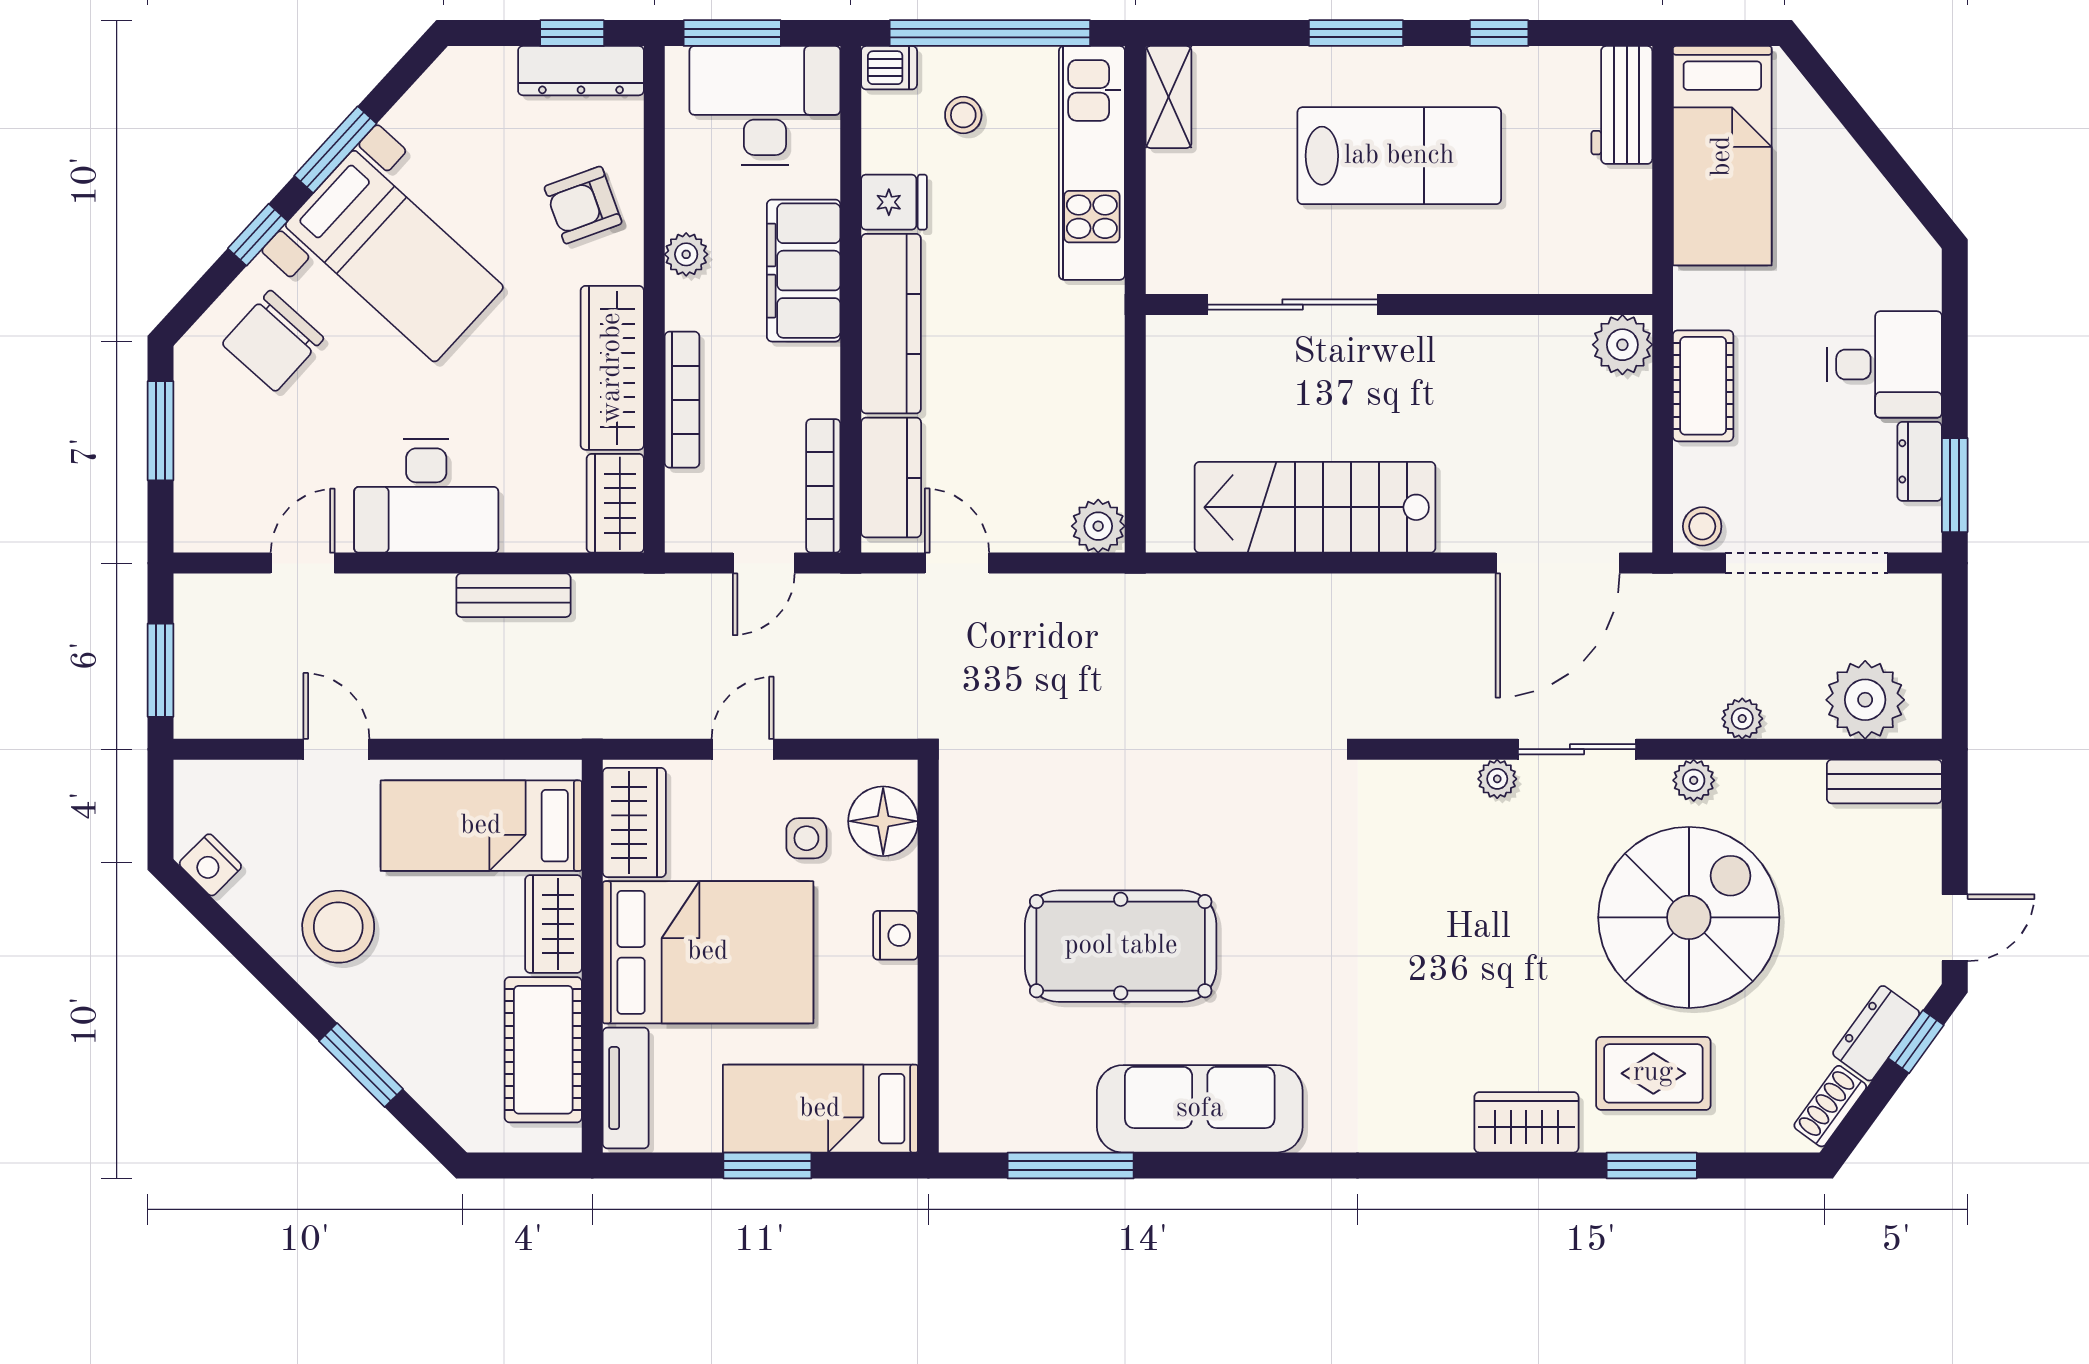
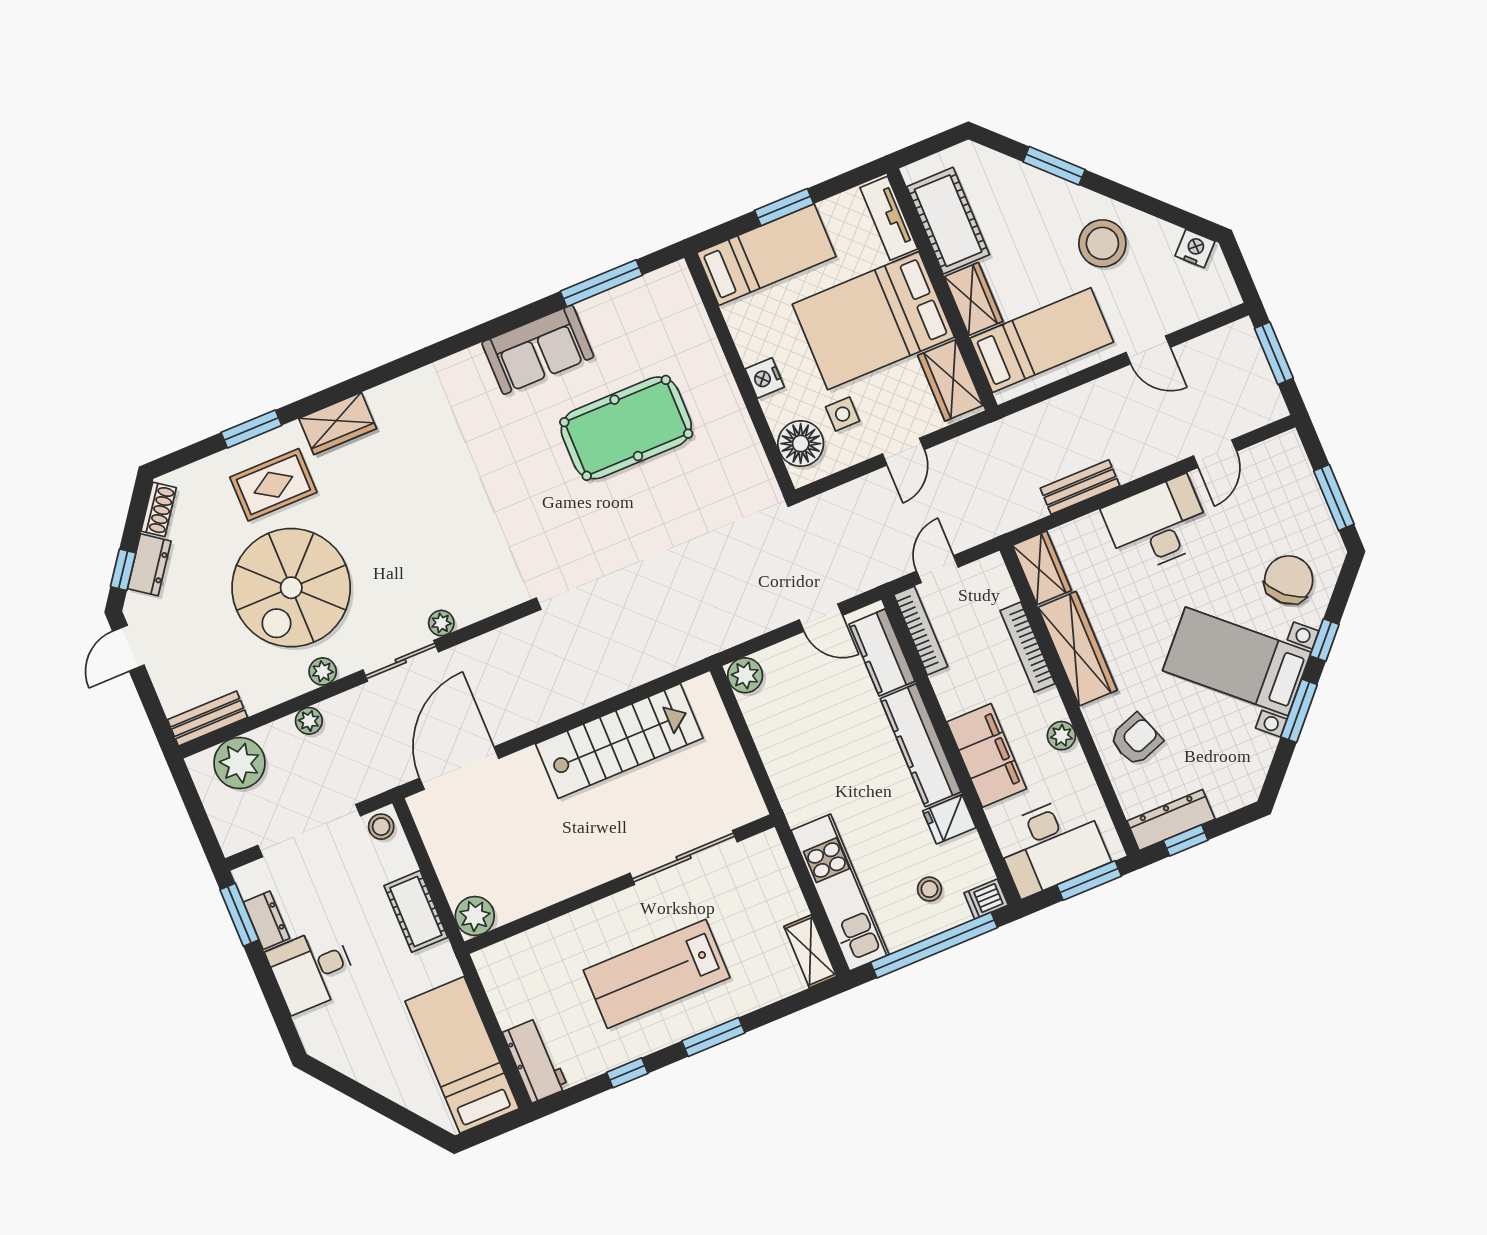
sofa: (1200, 1109) -> (538, 350), width x0.73

